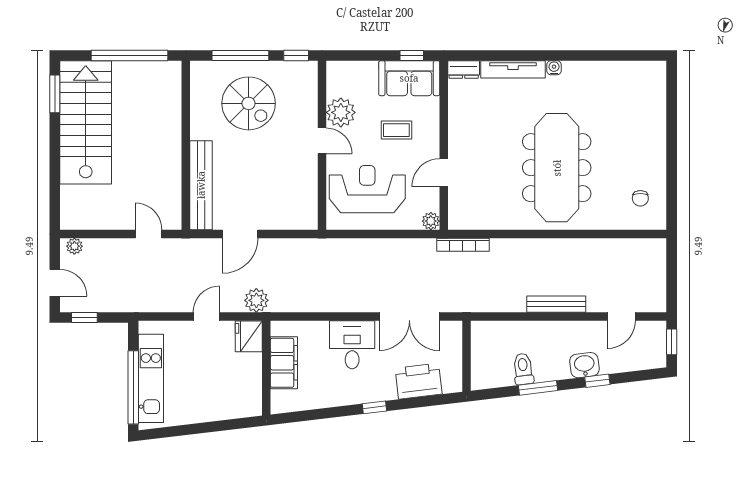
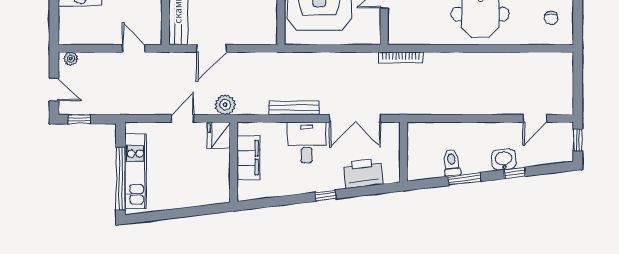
plant: (431, 221) -> (373, 37), removed
bench: (556, 304) -> (294, 108), moved

